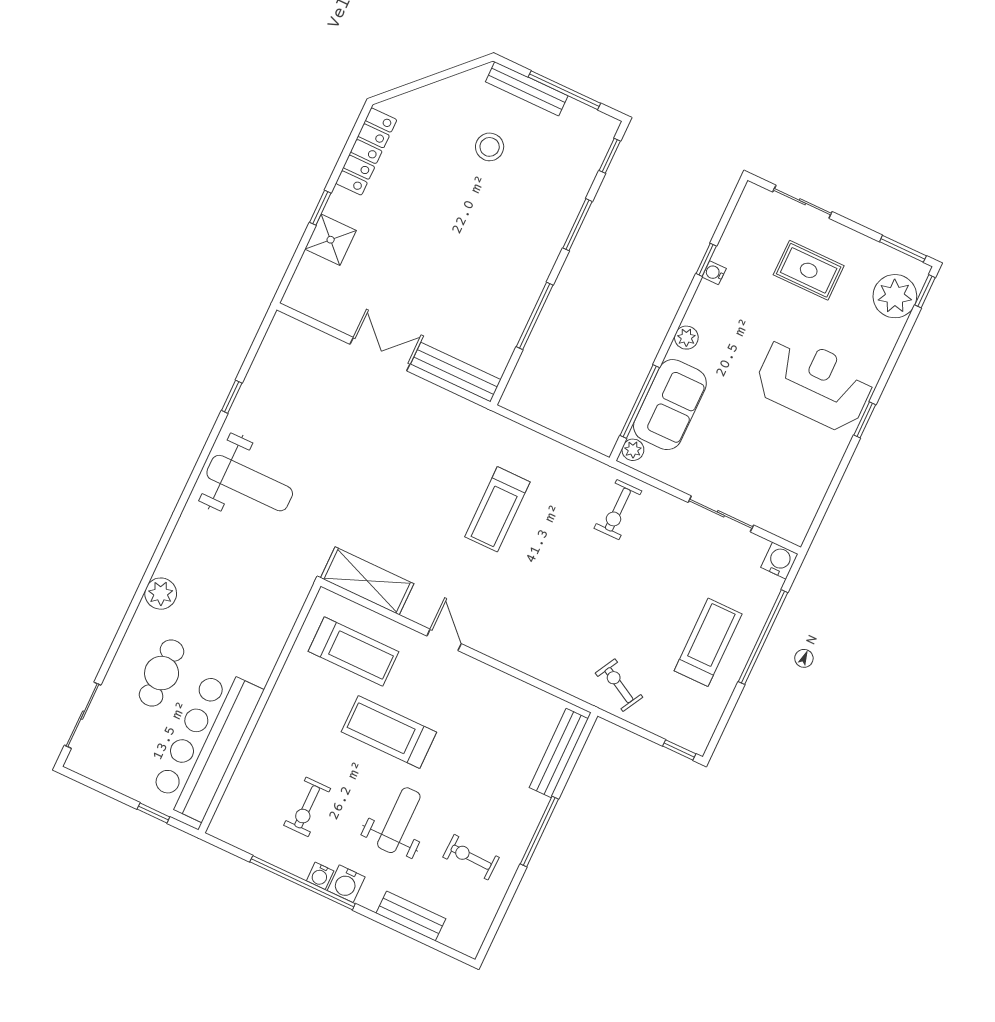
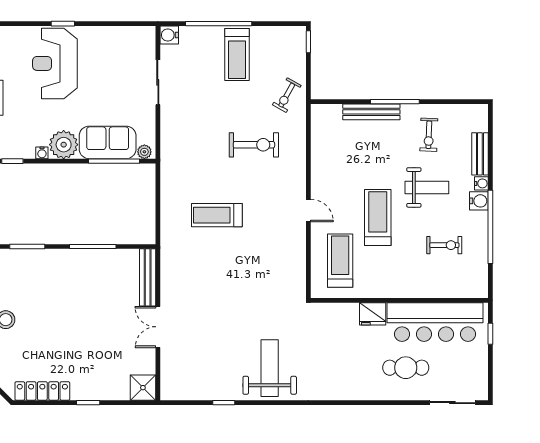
shower: (331, 240) -> (143, 388), moved
water cooler: (714, 273) -> (42, 153), moved
plant: (686, 338) -> (64, 145), width x1.87, depth x1.87
treadmill: (497, 509) -> (217, 215), turned 180
exercise bike: (618, 510) -> (254, 145), moved, width x1.38, depth x1.39
shelving: (367, 581) -> (295, 272), removed
plant: (161, 594) -> (359, 390), removed
door: (444, 640) -> (308, 211), swing flipped
treadmill: (708, 642) -> (237, 54), turned -90
fridge: (258, 662) -> (373, 314), added
treadmill: (389, 732) -> (378, 218), turned 180
bench: (559, 753) -> (371, 112), moved
weight bench: (399, 820) -> (427, 187), turned 180
water cooler: (320, 876) -> (481, 183), moved

